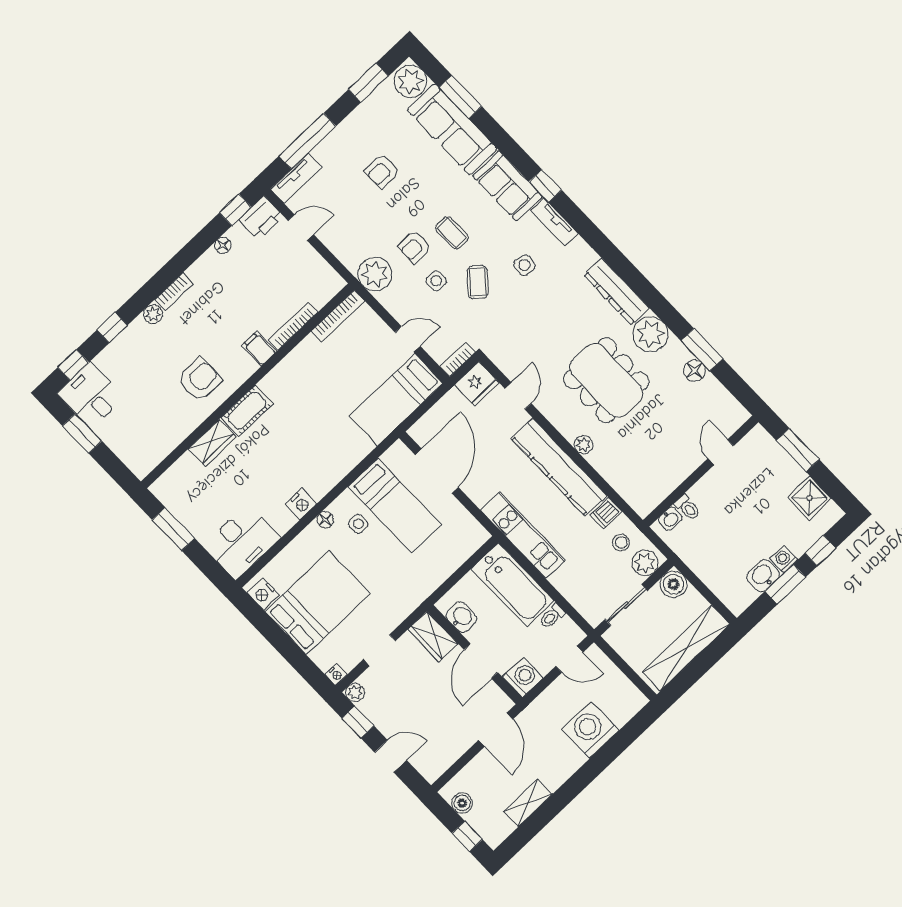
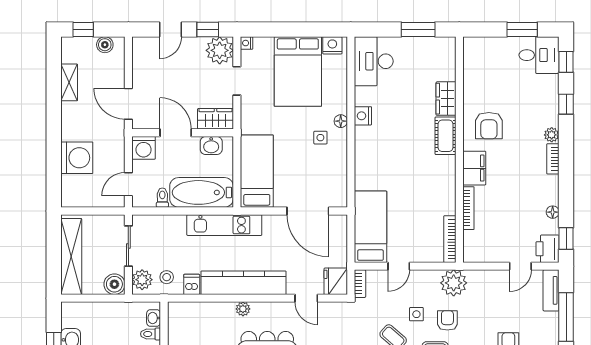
filing cabinet: (259, 348) -> (474, 168), width x2.00
bed: (395, 506) -> (257, 171), moved, turned 90
plant: (355, 693) -> (220, 50), width x1.87, depth x1.87

